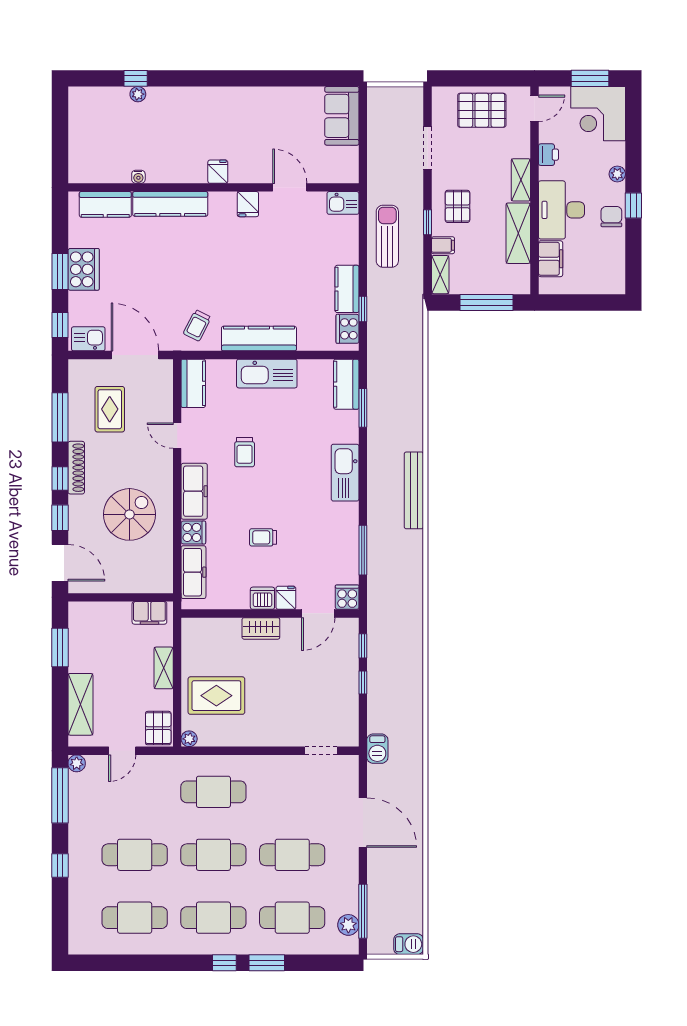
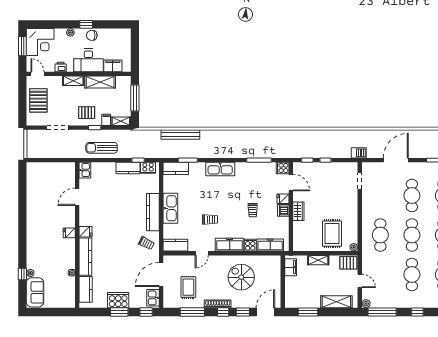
sofa: (342, 116) -> (35, 292), moved, turned -90
fridge: (248, 204) -> (85, 232), moved
rug: (110, 409) -> (188, 287), turned 90
bench: (414, 490) -> (180, 134), moved

